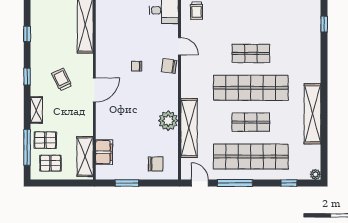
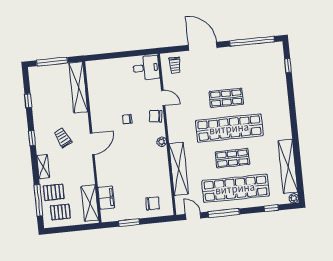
shelving: (312, 114) -> (288, 166), moved
plant: (168, 121) -> (162, 142), moved, width x0.53, depth x0.53

